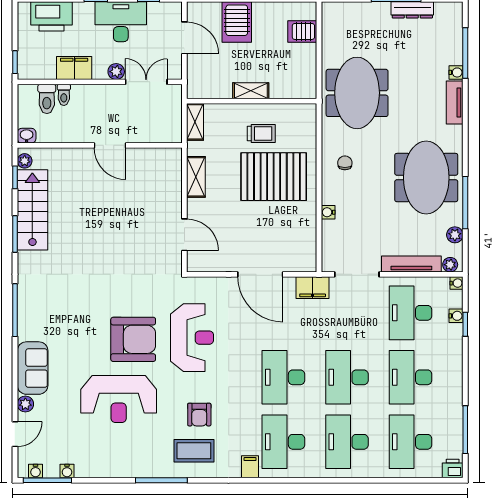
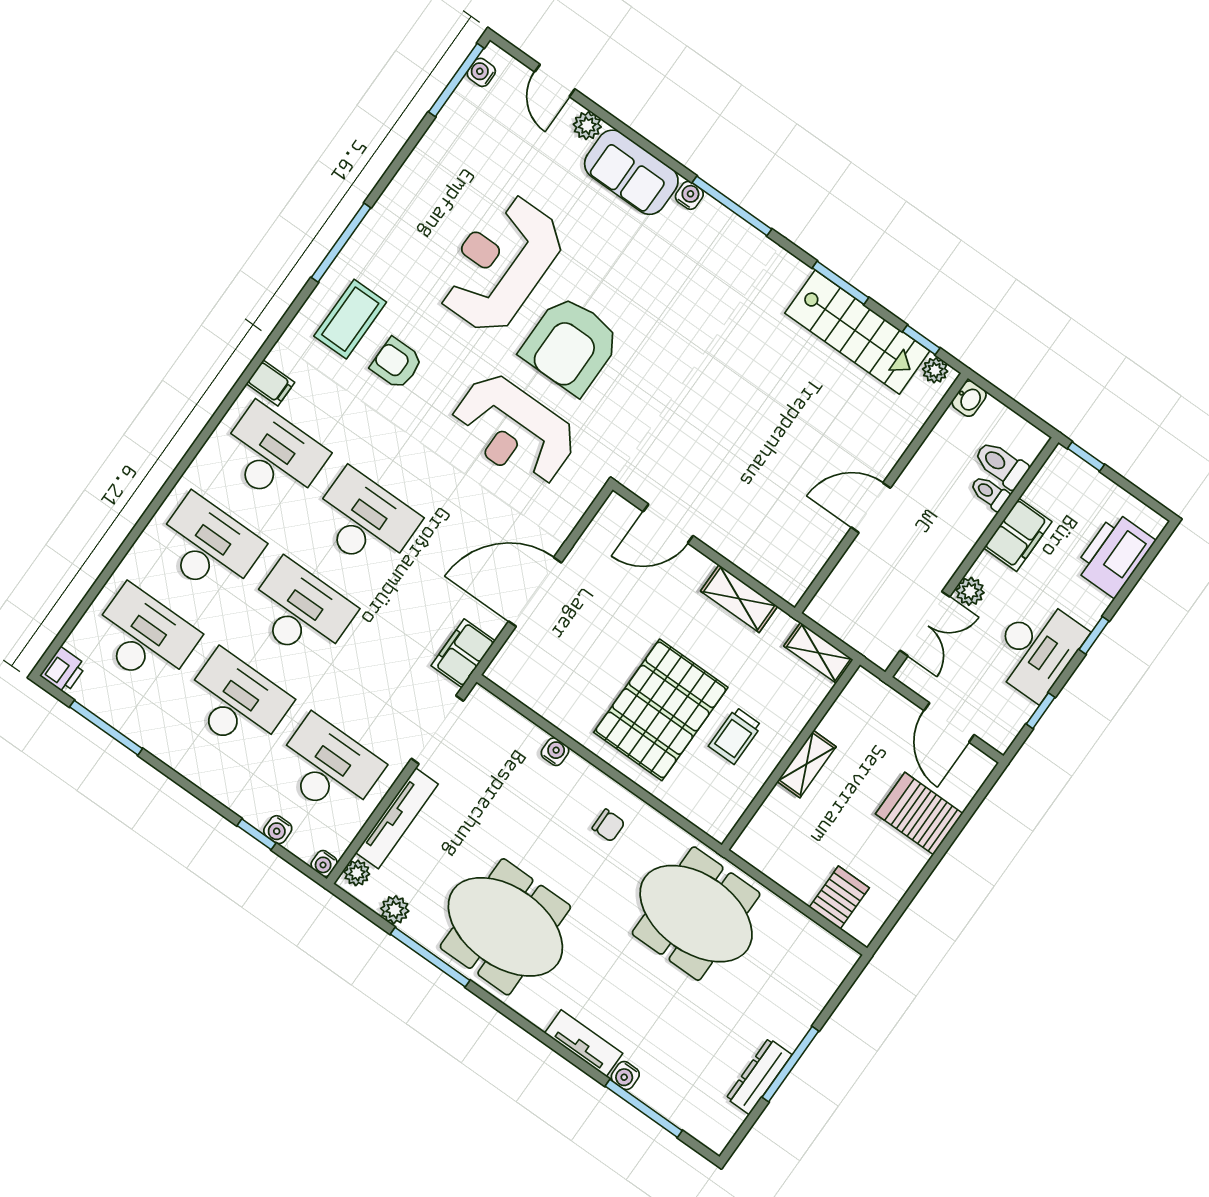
door: (184, 38) -> (949, 723), hinge flipped
water cooler: (67, 471) -> (689, 195), moved, turned 90

